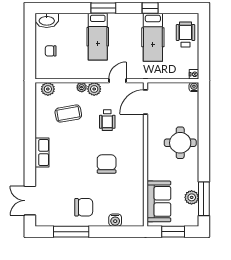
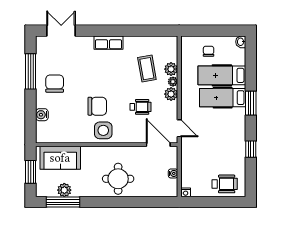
washbasin: (47, 20) -> (241, 42), width x0.52, depth x0.69
hospital bed: (153, 37) -> (222, 75), moved
door: (118, 81) -> (179, 128), moved
water cooler: (194, 87) -> (173, 173), moved
plant: (48, 89) -> (171, 69), moved
wheelchair: (107, 120) -> (140, 107), turned 180
side table: (131, 158) -> (103, 130), added
chair: (84, 207) -> (55, 84), turned 180

